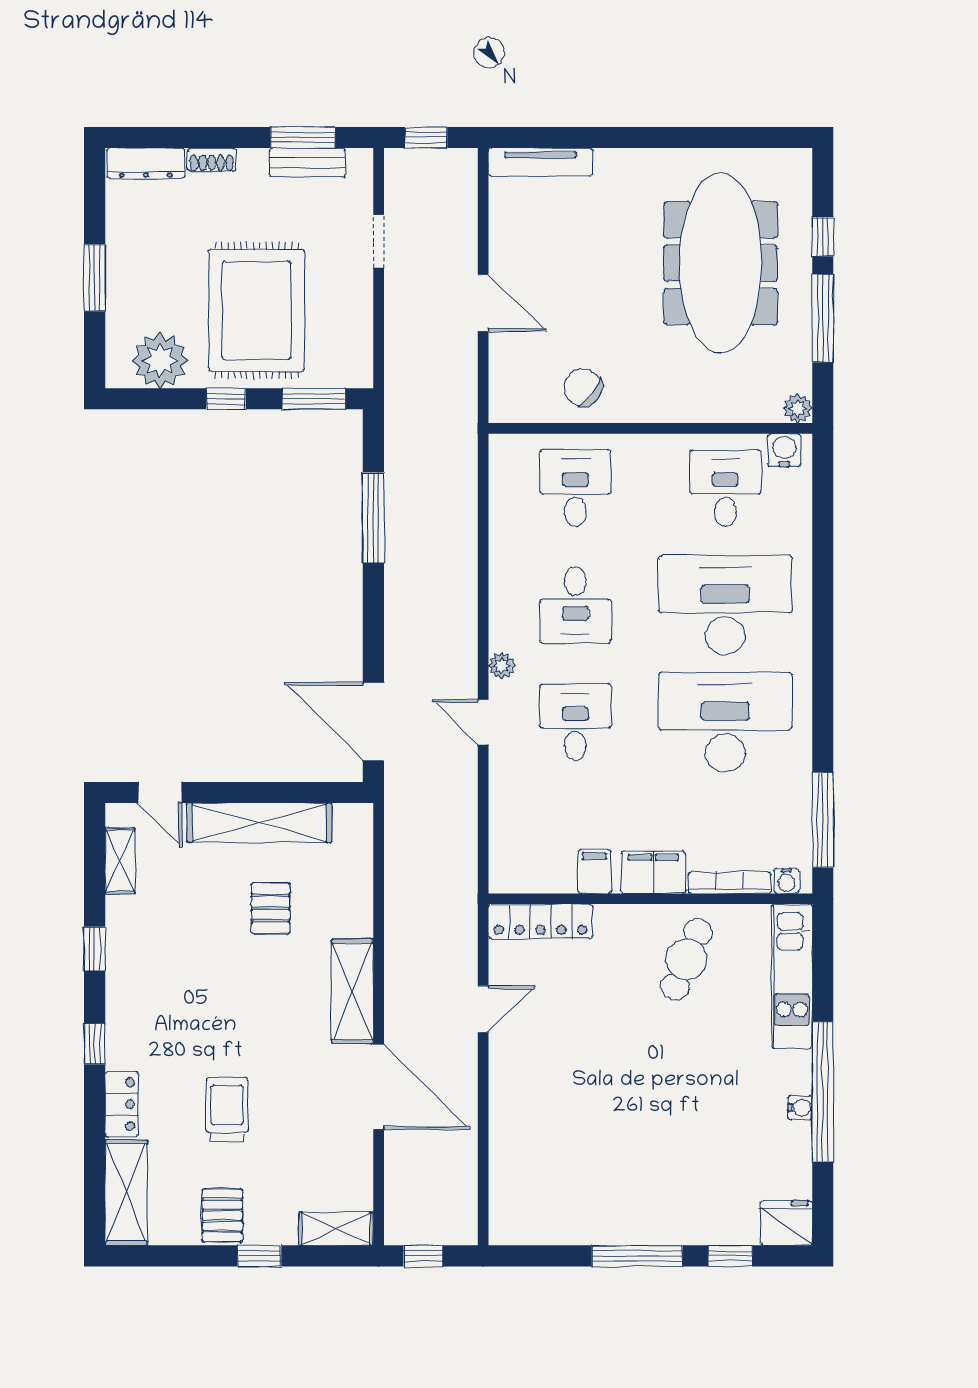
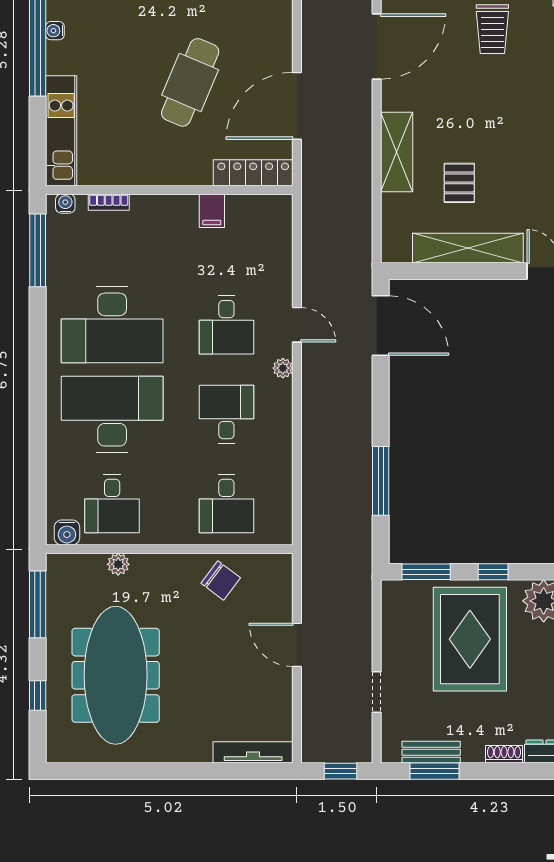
window: (823, 318) -> (38, 604), moved
plant: (798, 409) -> (118, 564), moved
desk: (725, 605) -> (112, 414), turned 180
filing cabinet: (653, 872) -> (167, 210), removed
bookcase: (730, 883) -> (109, 202), width x0.64
cafe table: (687, 959) -> (190, 82), moved, width x1.37, depth x1.35
shelving: (352, 991) -> (397, 152), moved
door: (483, 1009) -> (297, 106), width x1.87
door: (379, 1087) -> (377, 46), swing flipped

